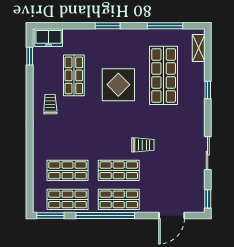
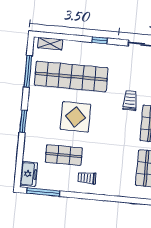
window: (30, 56) -> (43, 192), width x2.17
shop shelf: (164, 75) -> (71, 77), width x1.40
window: (208, 90) -> (100, 40), moved

